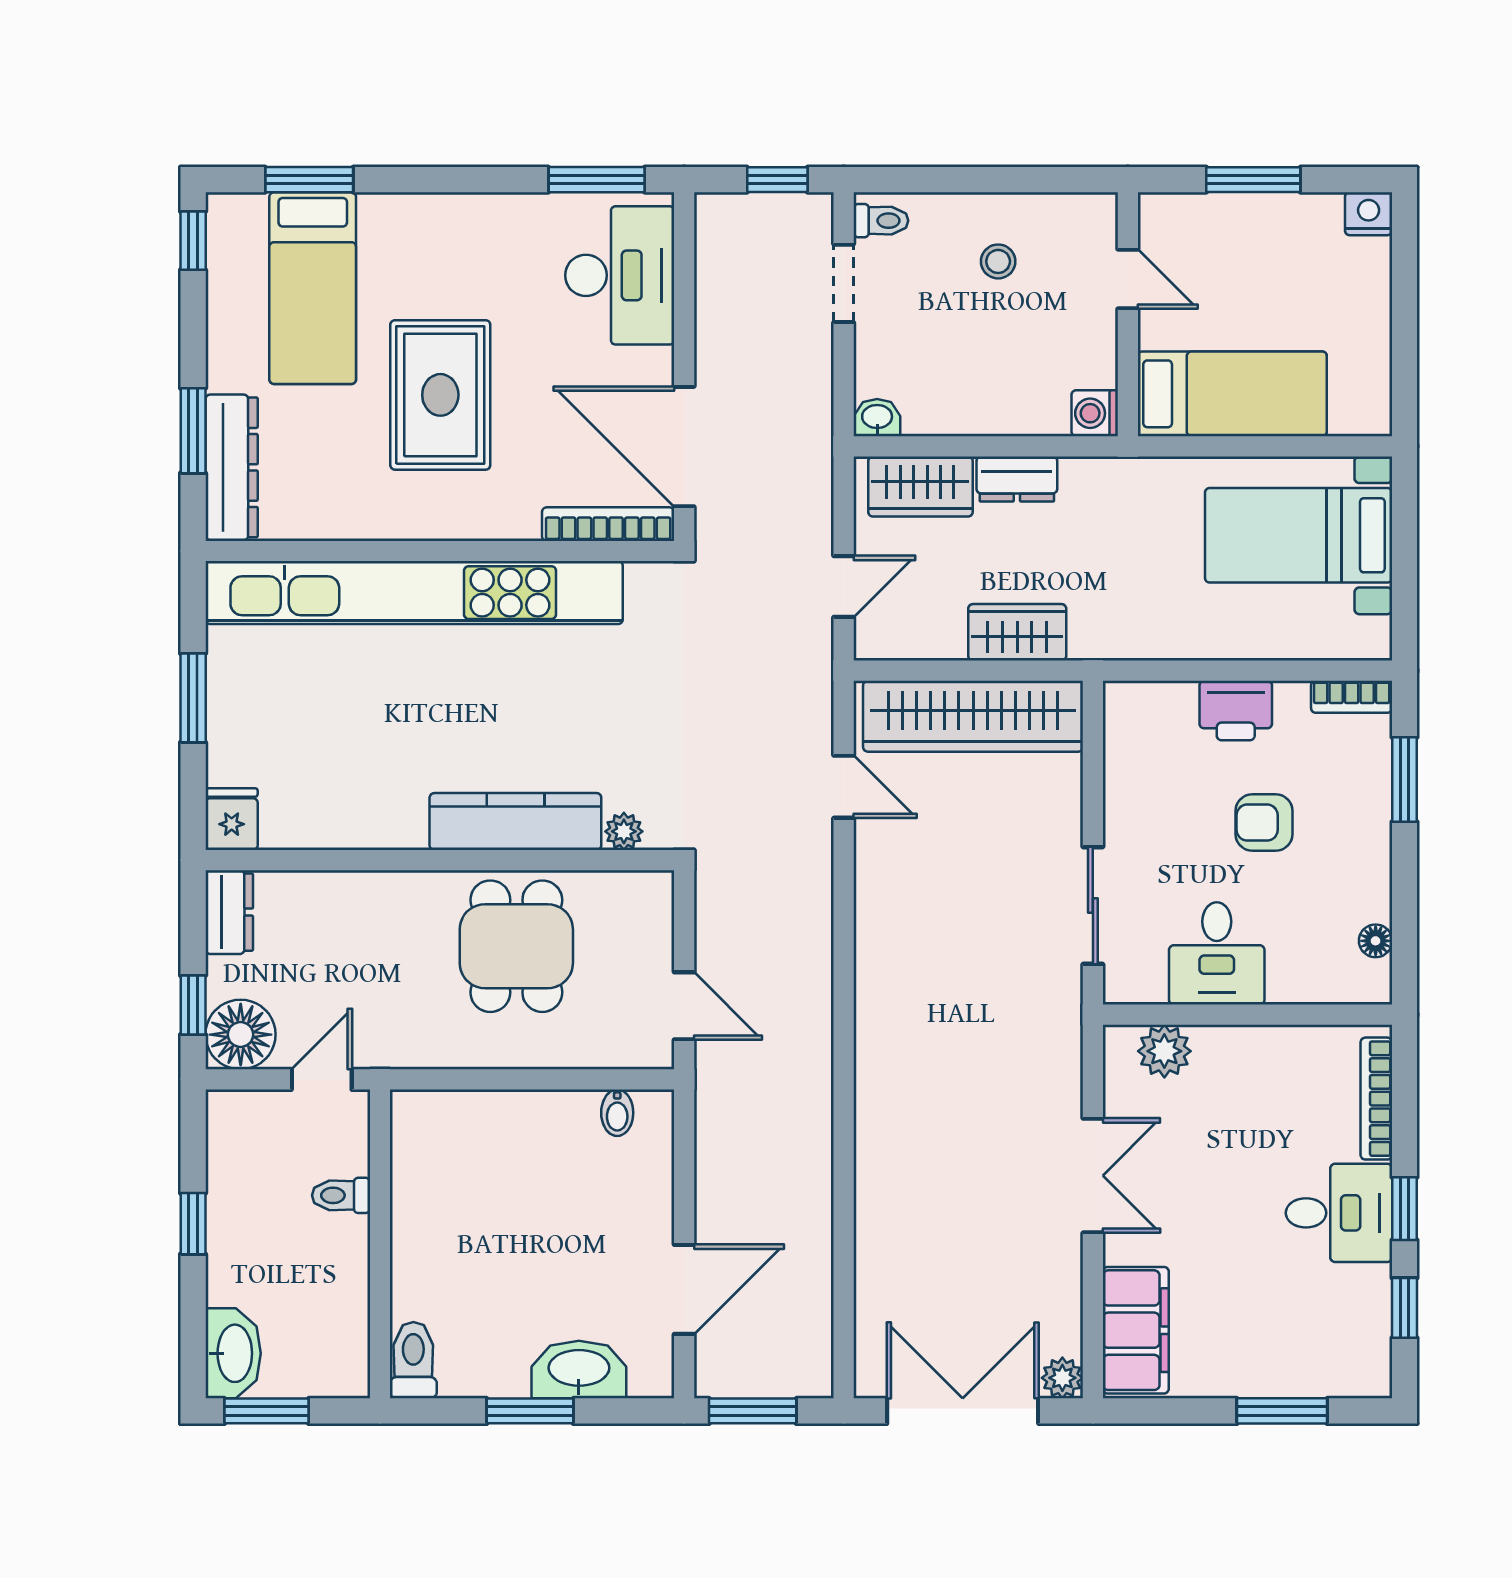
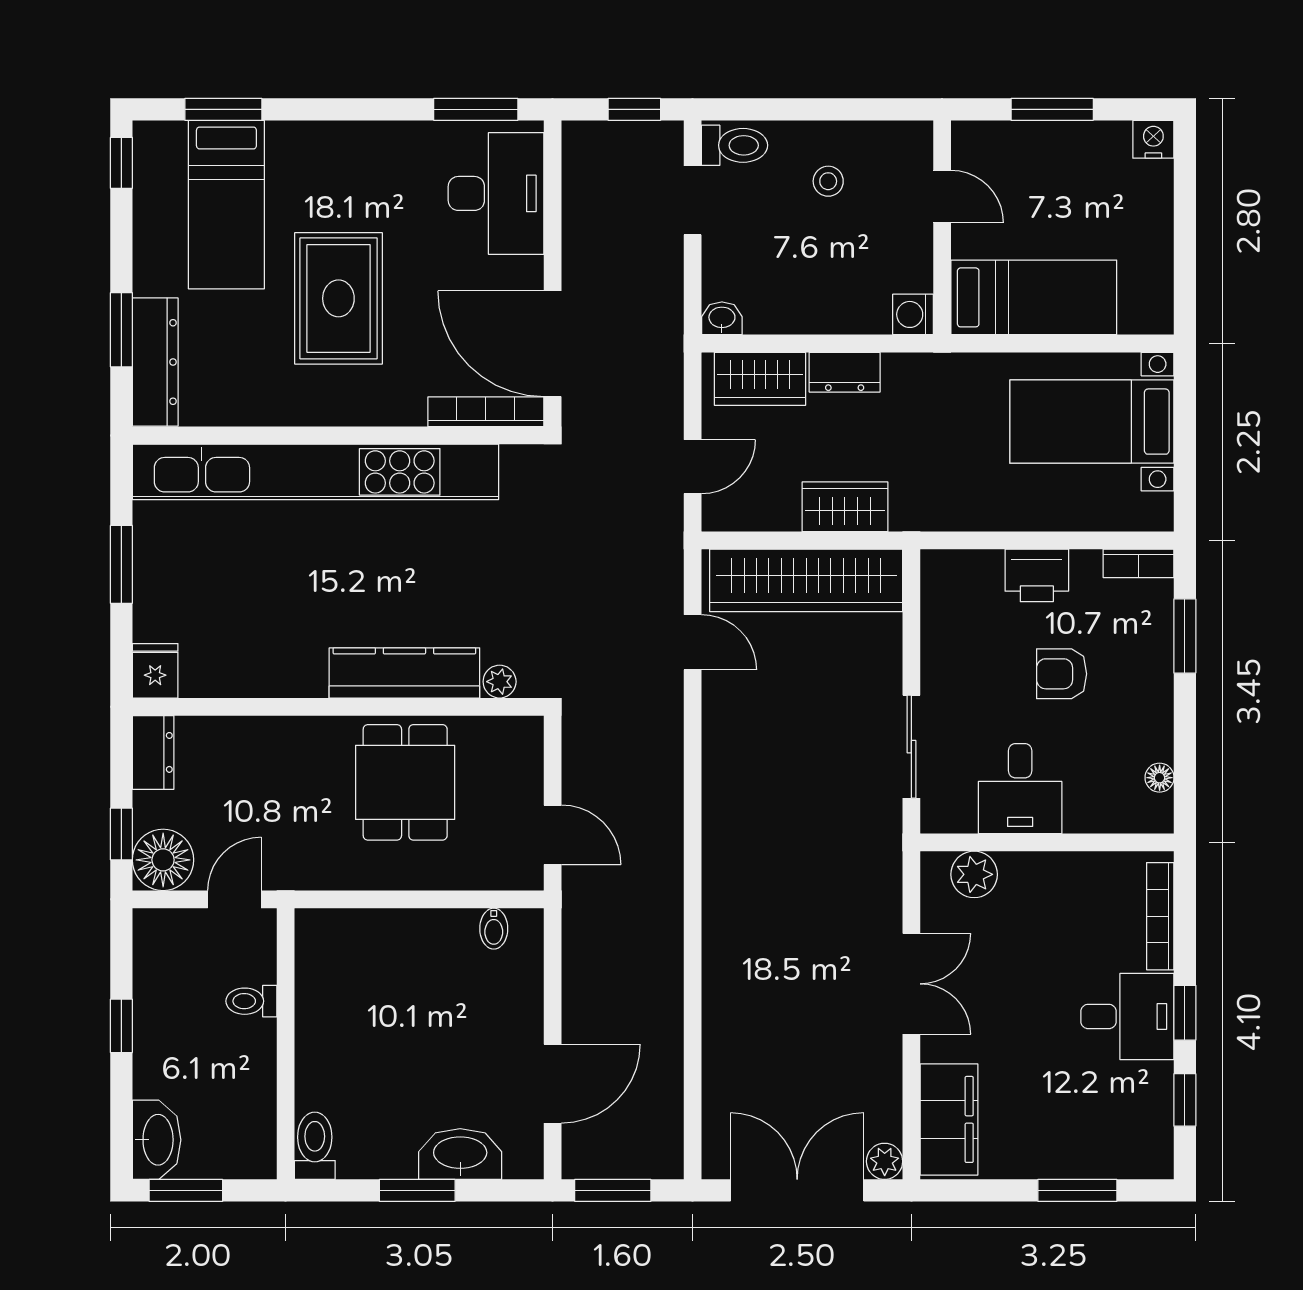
toilet: (881, 221) -> (734, 145), width x1.37, depth x1.39

